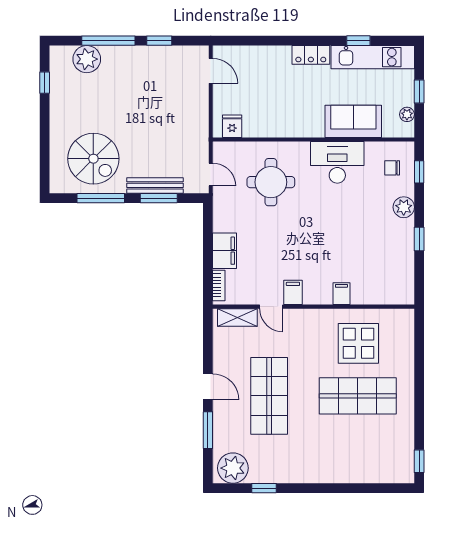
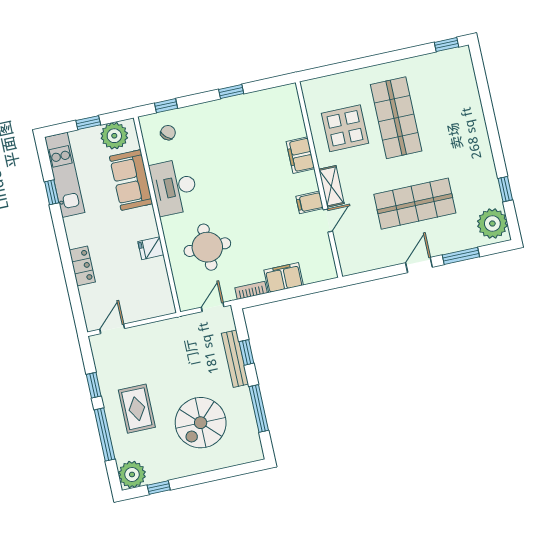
locker: (311, 55) -> (82, 266), moved
plant: (87, 59) -> (132, 474), moved
rug: (127, 78) -> (137, 409), added
plant: (407, 114) -> (114, 136), width x1.87, depth x1.87
fridge: (232, 126) -> (151, 248), moved
spiral stairs: (93, 159) -> (201, 423), moved, turned 180
chair: (392, 168) -> (168, 133), turned -136
window: (159, 198) -> (246, 352), width x0.67
plant: (404, 207) -> (204, 113), removed
bookcase: (219, 285) -> (251, 290), moved
filing cabinet: (341, 294) -> (300, 155), width x2.00
shelving: (237, 317) -> (331, 186), moved

